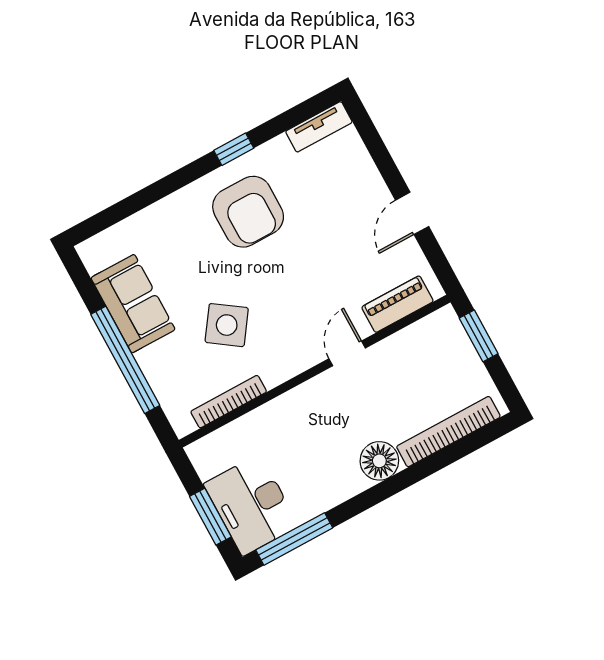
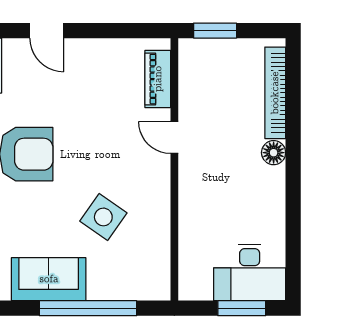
door: (412, 213) -> (47, 31), moved
bookcase: (229, 402) -> (162, 247), removed
floor lamp: (379, 461) -> (274, 153), width x0.73, depth x0.73
window: (294, 539) -> (293, 254), removed

